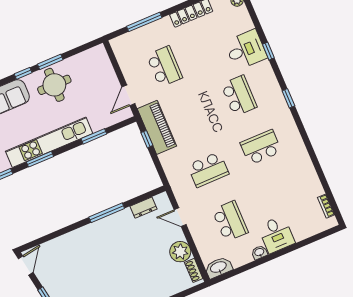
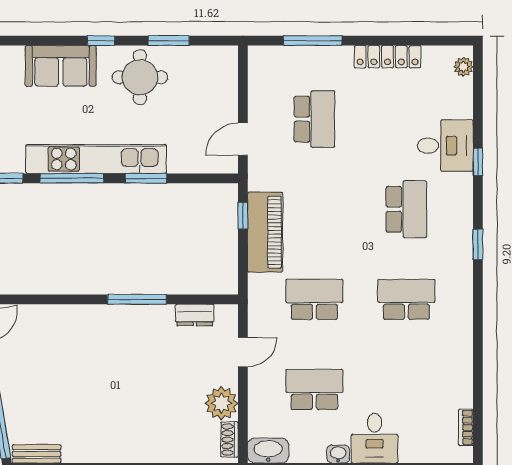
window: (50, 62) -> (169, 41), moved
piano: (157, 127) -> (265, 232), moved
window: (94, 136) -> (146, 178), moved
window: (40, 159) -> (72, 178), width x1.44
school desk: (208, 170) -> (314, 299), turned 180
door: (180, 217) -> (243, 352), swing flipped
school desk: (230, 221) -> (314, 389), turned -90

